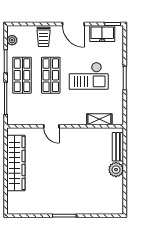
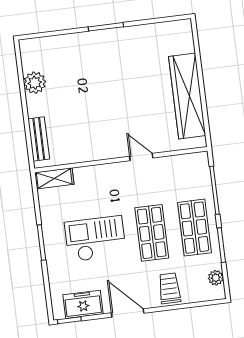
shelving: (99, 119) -> (54, 178), moved
plant: (116, 170) -> (35, 83), moved

